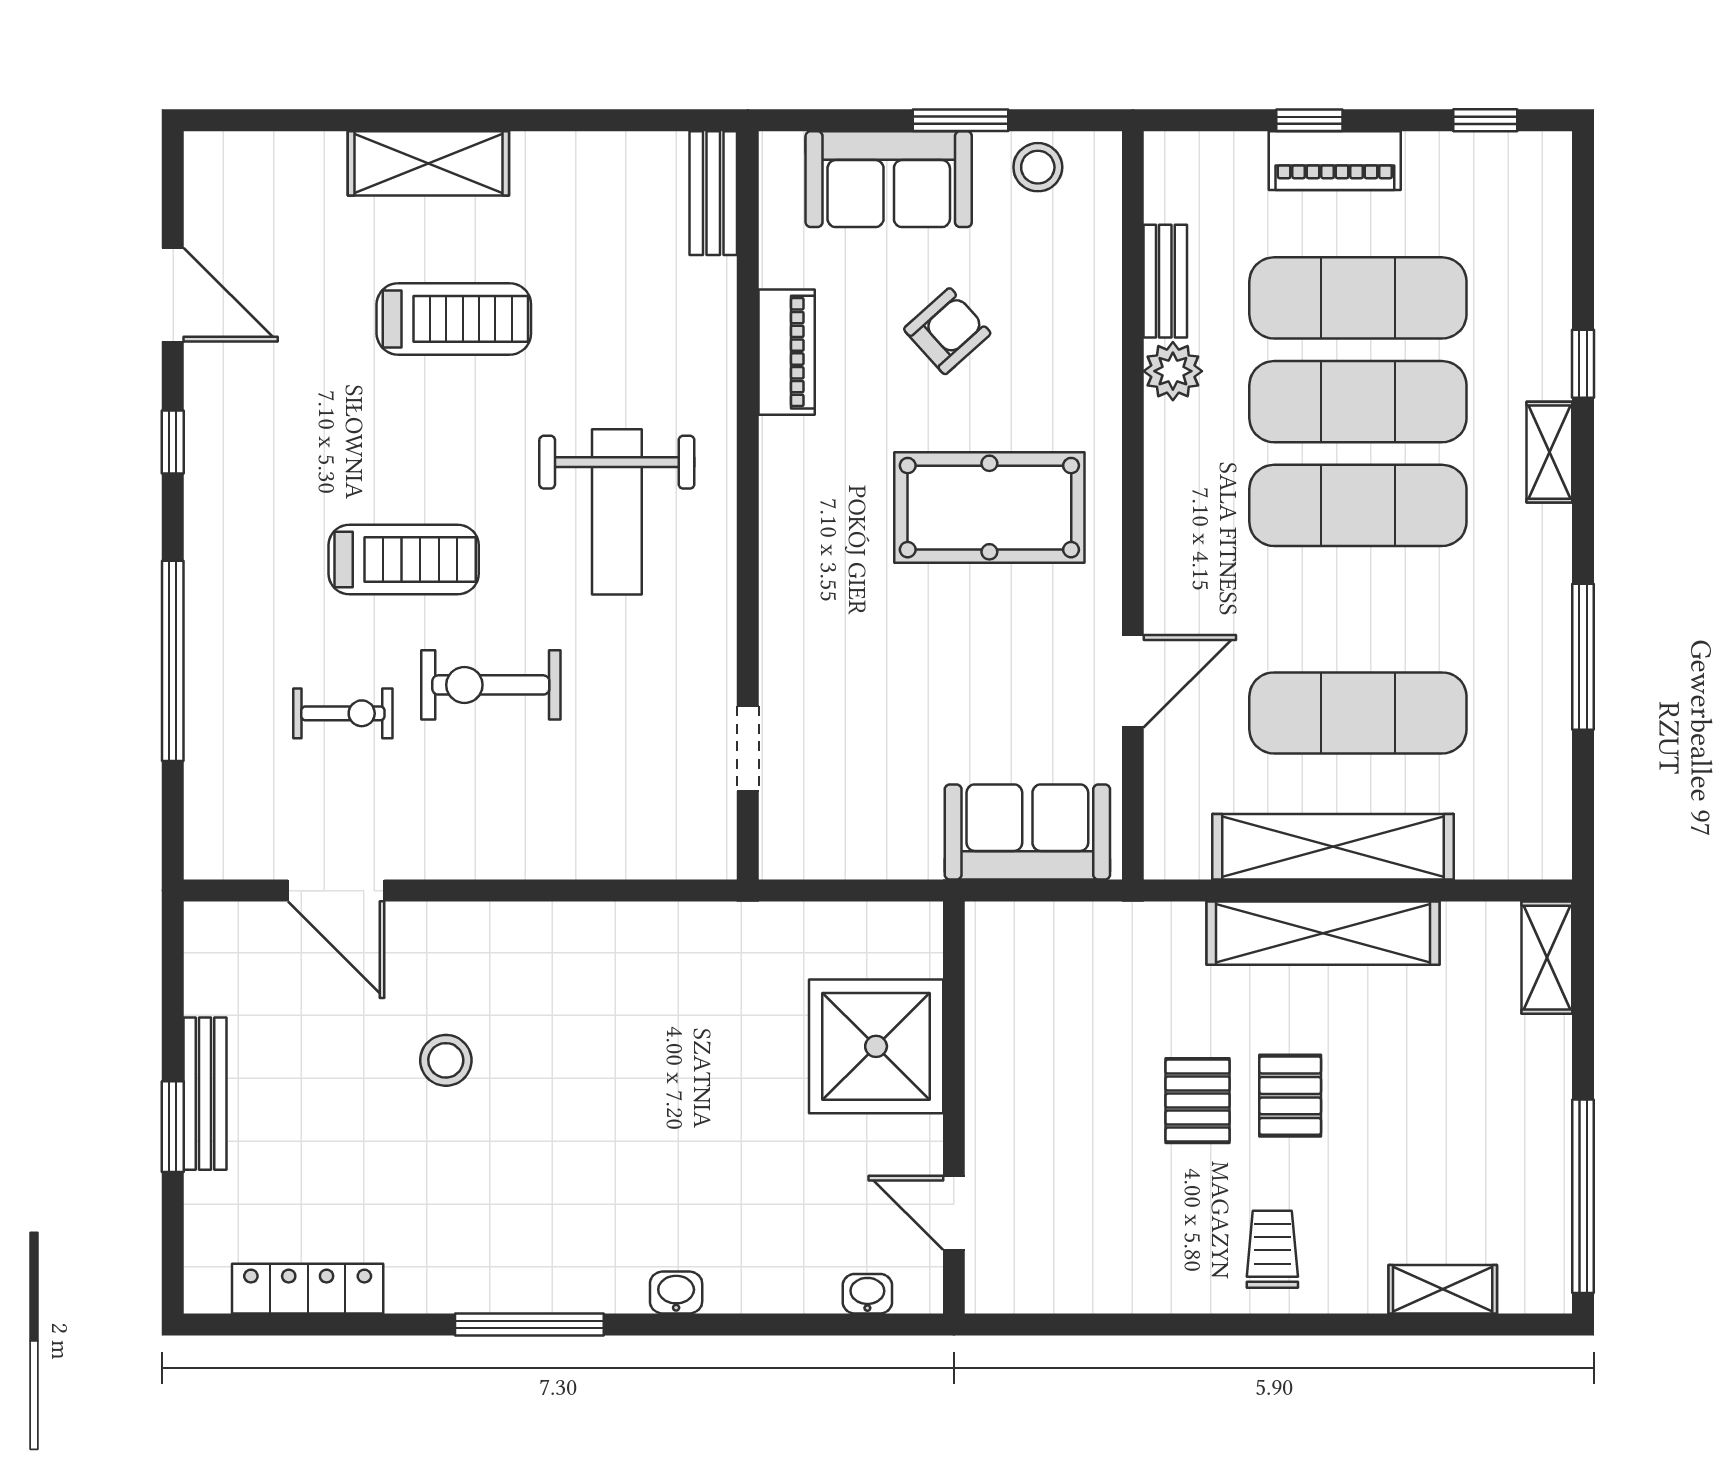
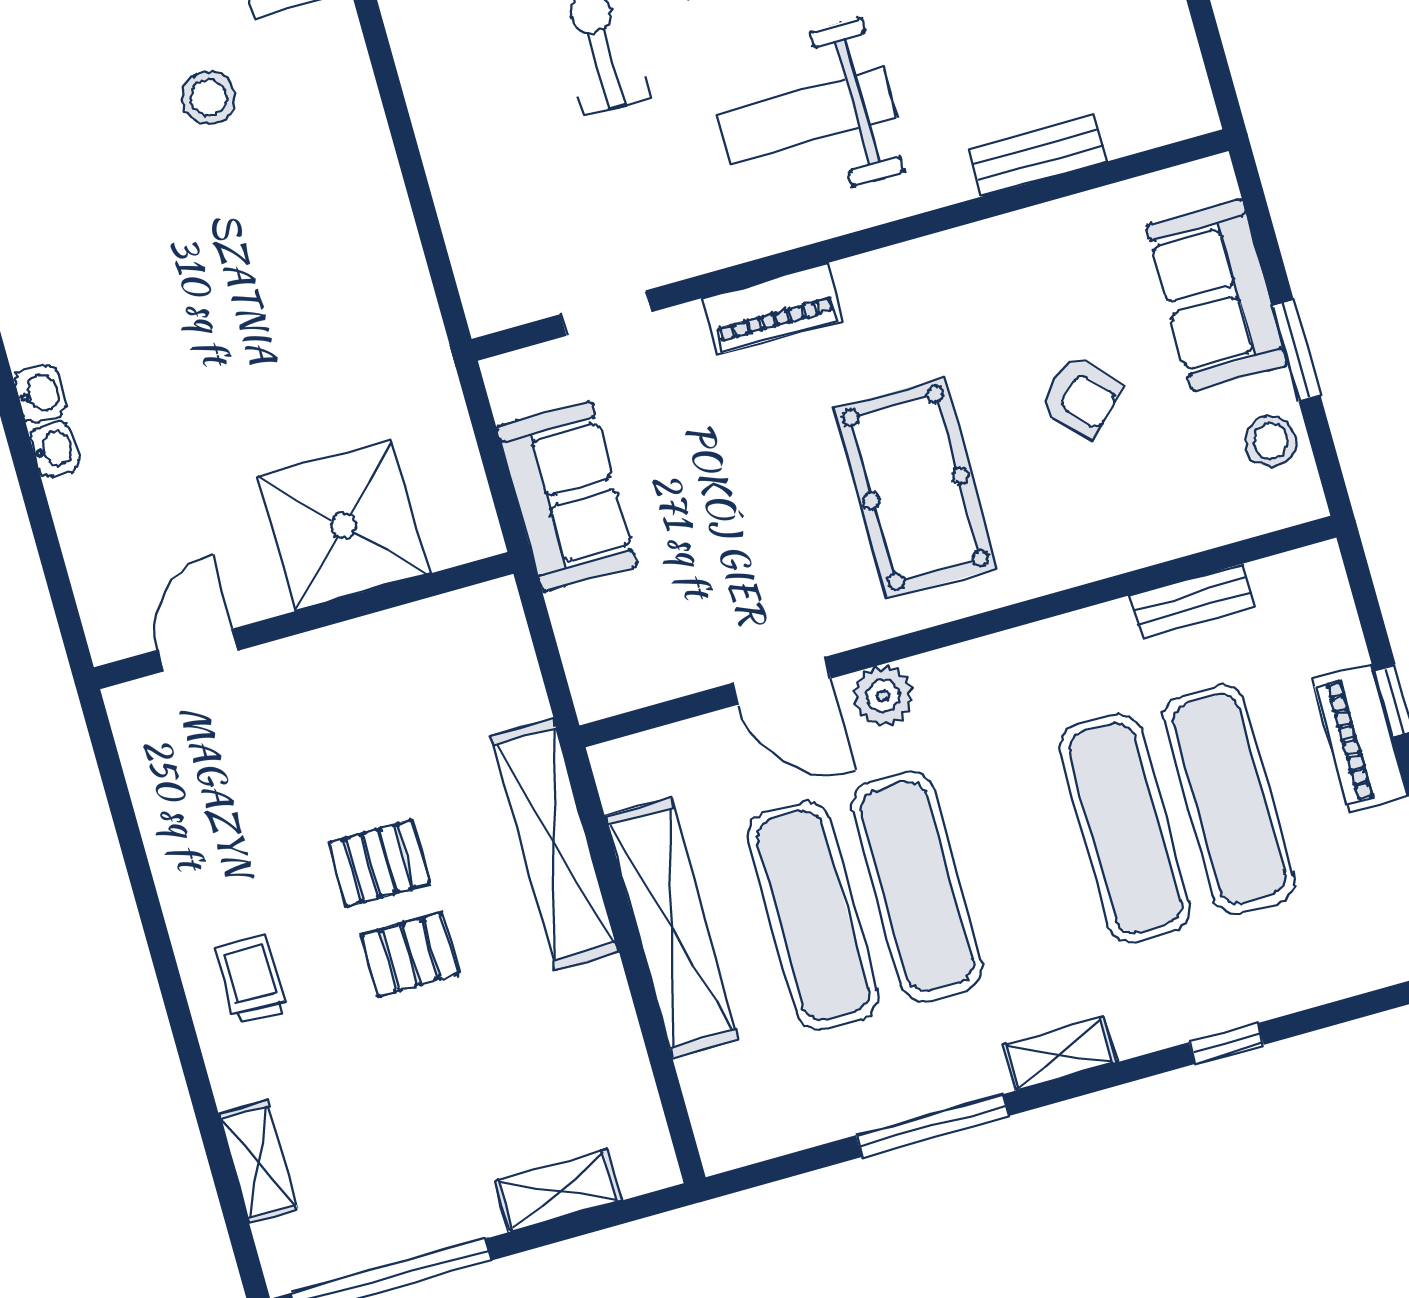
bench: (713, 193) -> (1038, 155), moved
piano: (787, 352) -> (772, 309), moved
plant: (1173, 371) -> (883, 696), moved
shelving: (1549, 452) -> (1059, 1054), moved
exercise mat: (1358, 505) -> (917, 886), moved
sofa: (1027, 832) -> (567, 496), moved
shelving: (1323, 933) -> (555, 844), moved
shelving: (1547, 958) -> (558, 1191), moved
trolley: (1272, 1249) -> (251, 980), turned -90
washbasin: (867, 1294) -> (54, 449), moved

